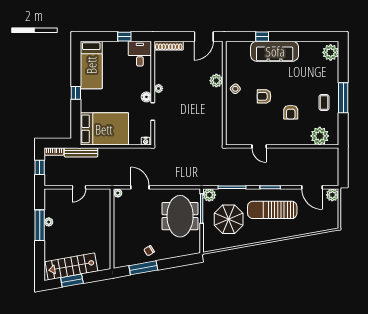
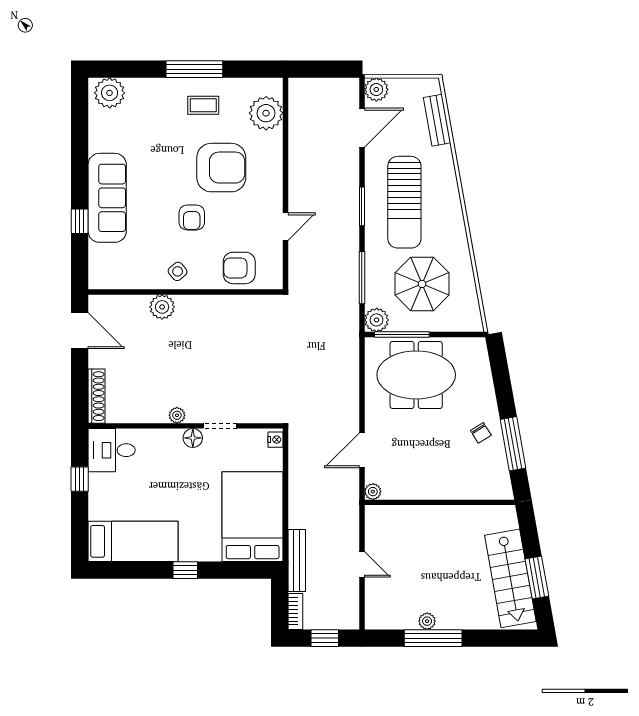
armchair: (291, 112) -> (221, 168), width x1.88, depth x1.88
armchair: (237, 122) -> (239, 268), added
bench: (316, 227) -> (437, 120), added

